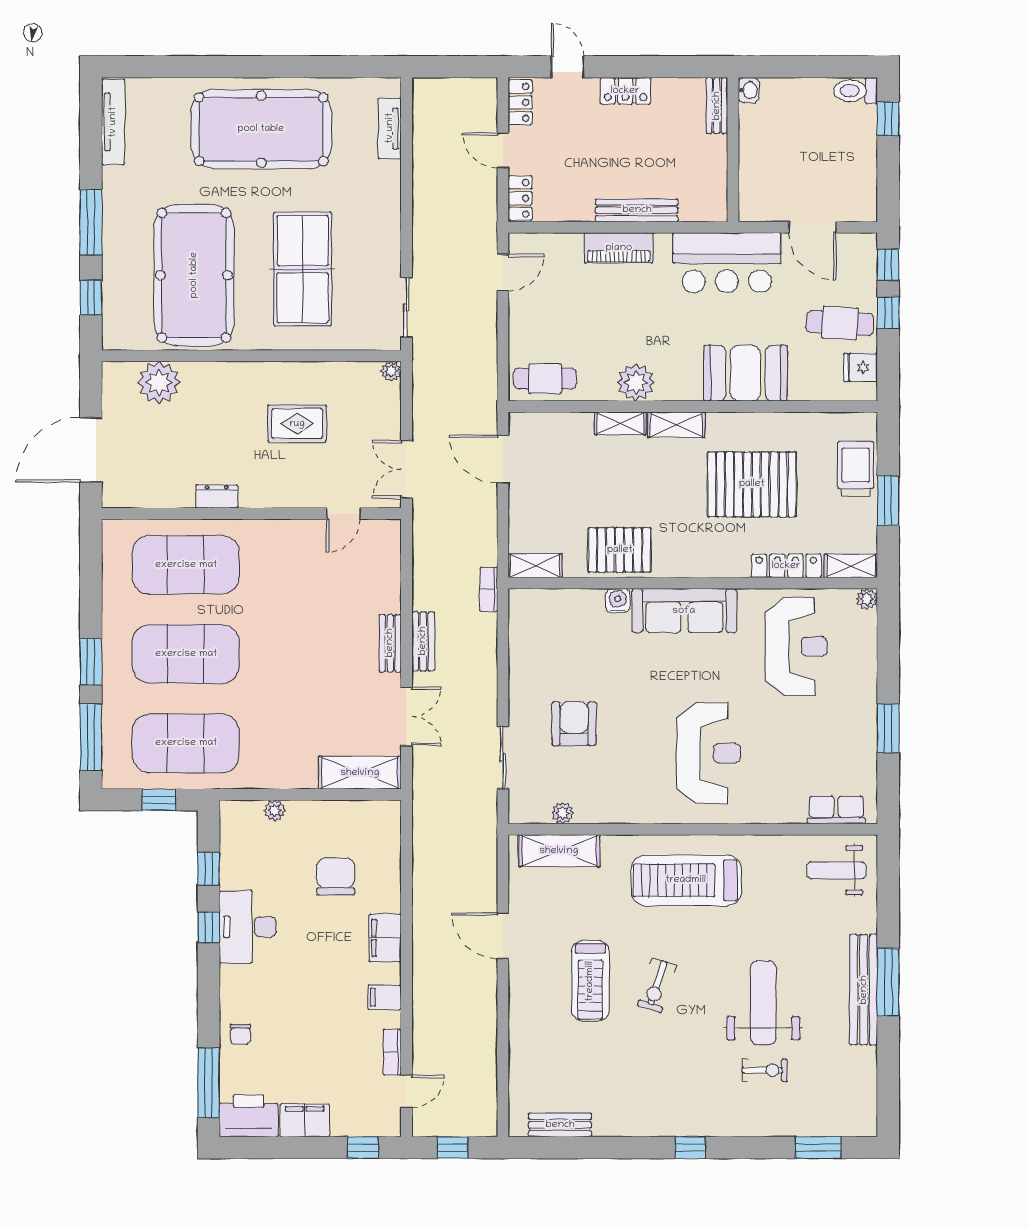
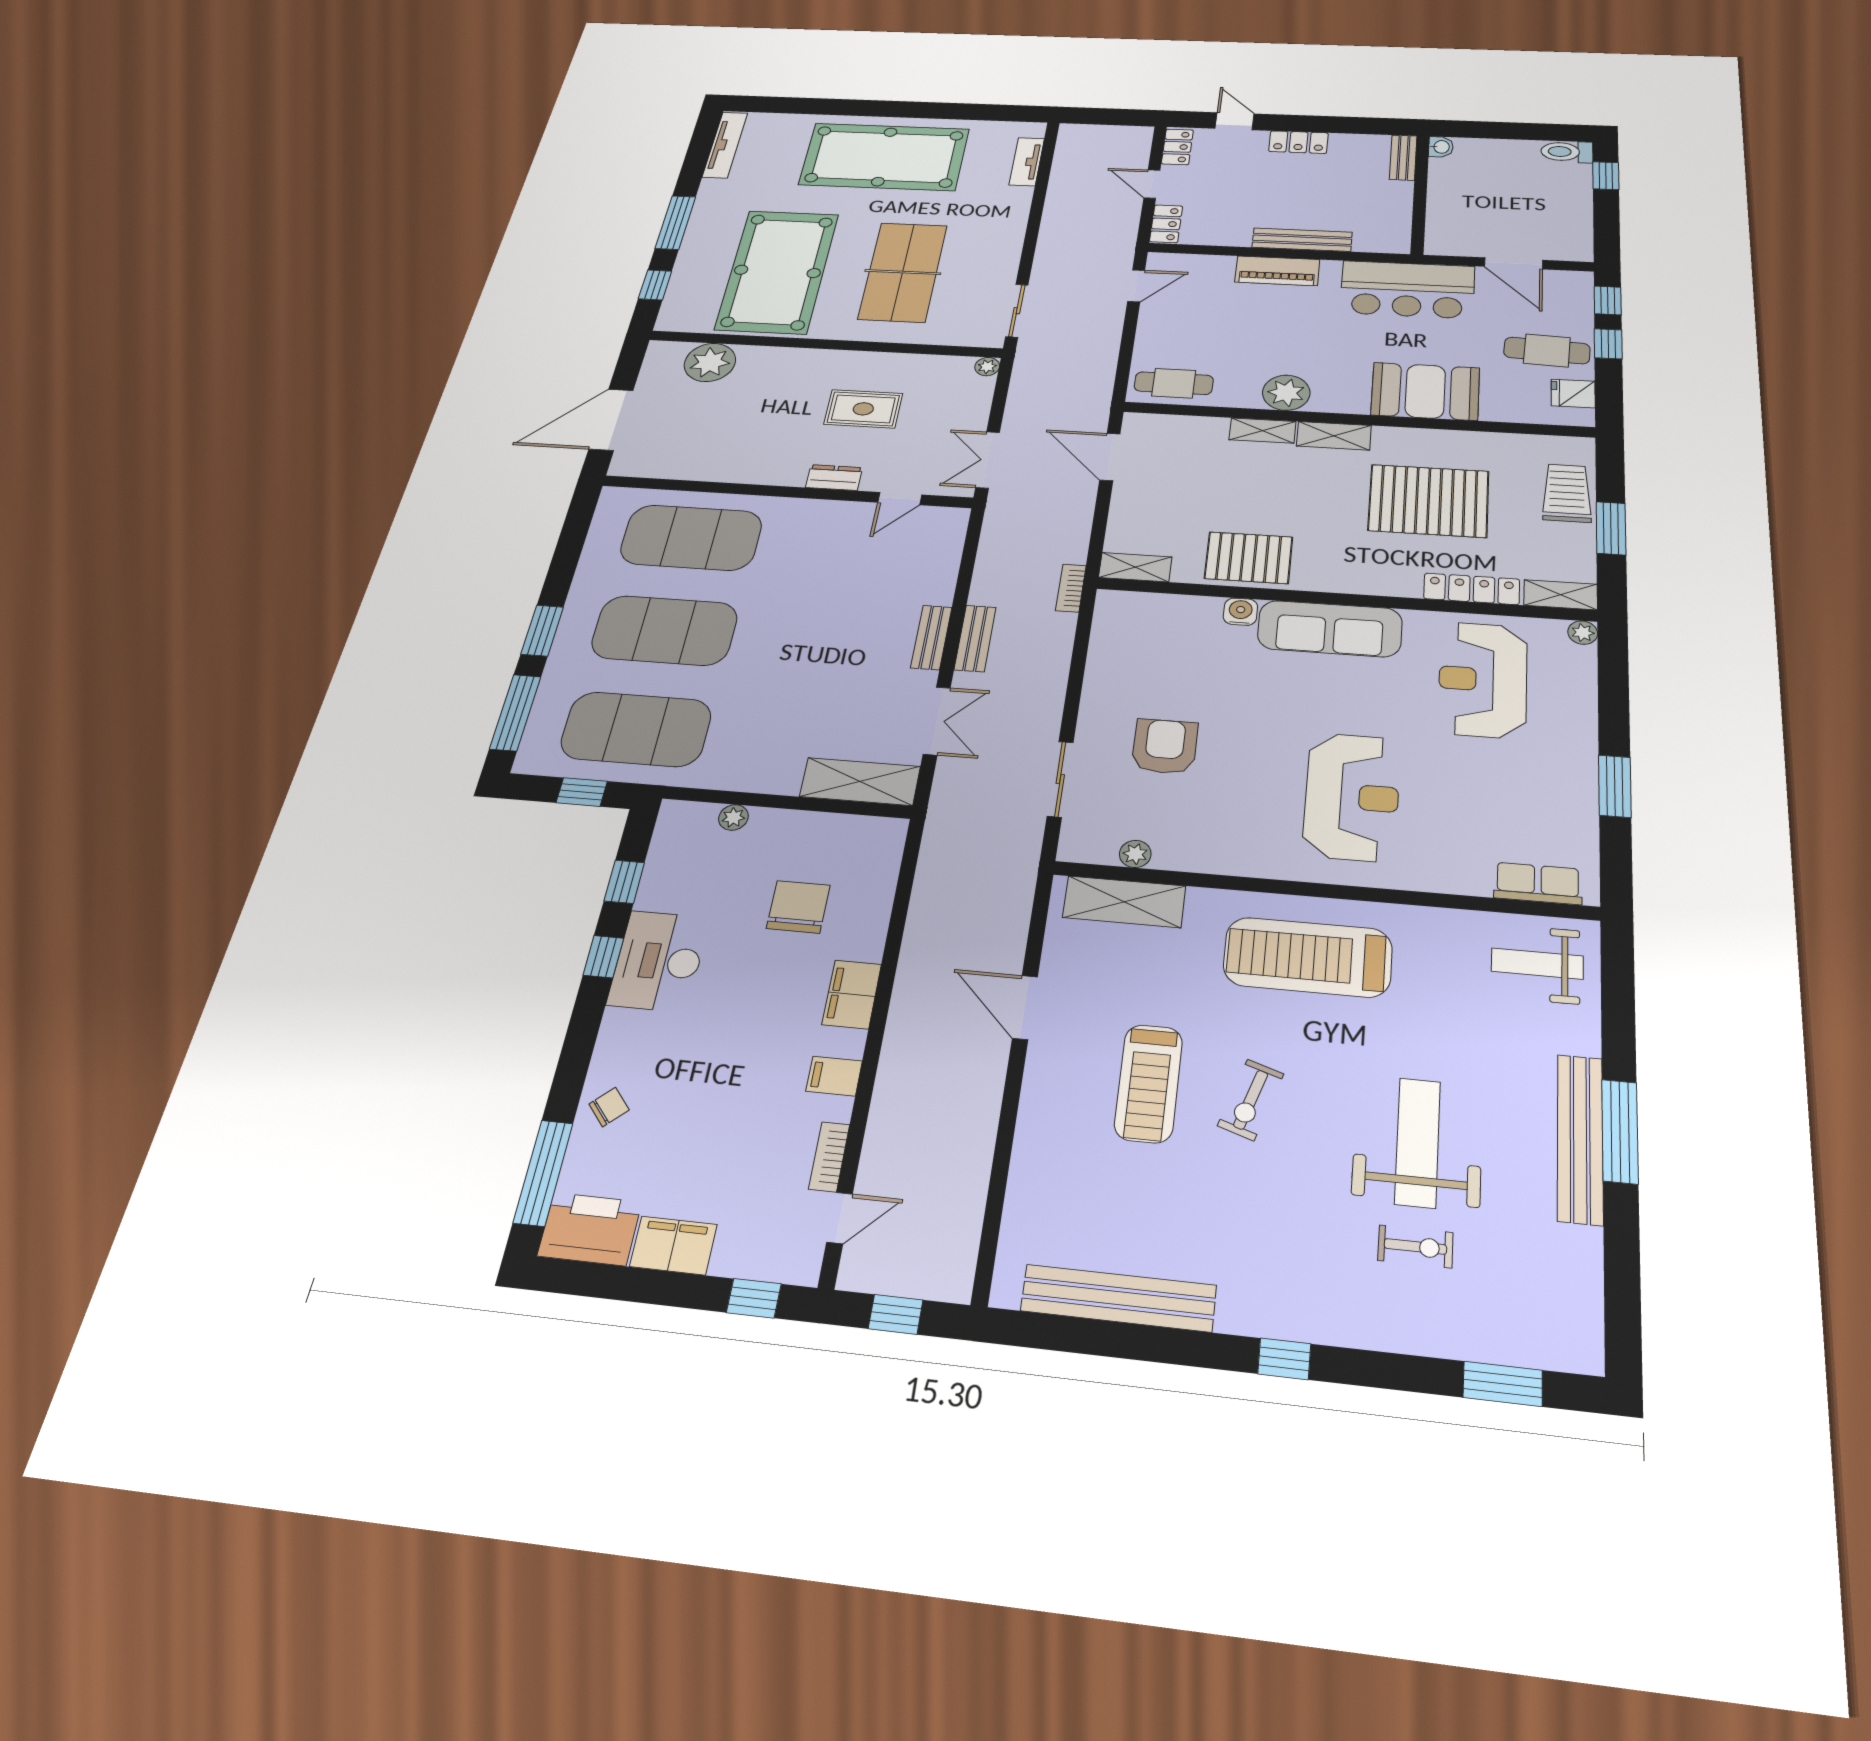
dresser: (217, 496) -> (834, 478), moved
reception desk: (796, 647) -> (1483, 680), turned 180
chair: (240, 1034) -> (609, 1107), turned -132
bench: (560, 1125) -> (1118, 1298), width x1.86, depth x1.21

